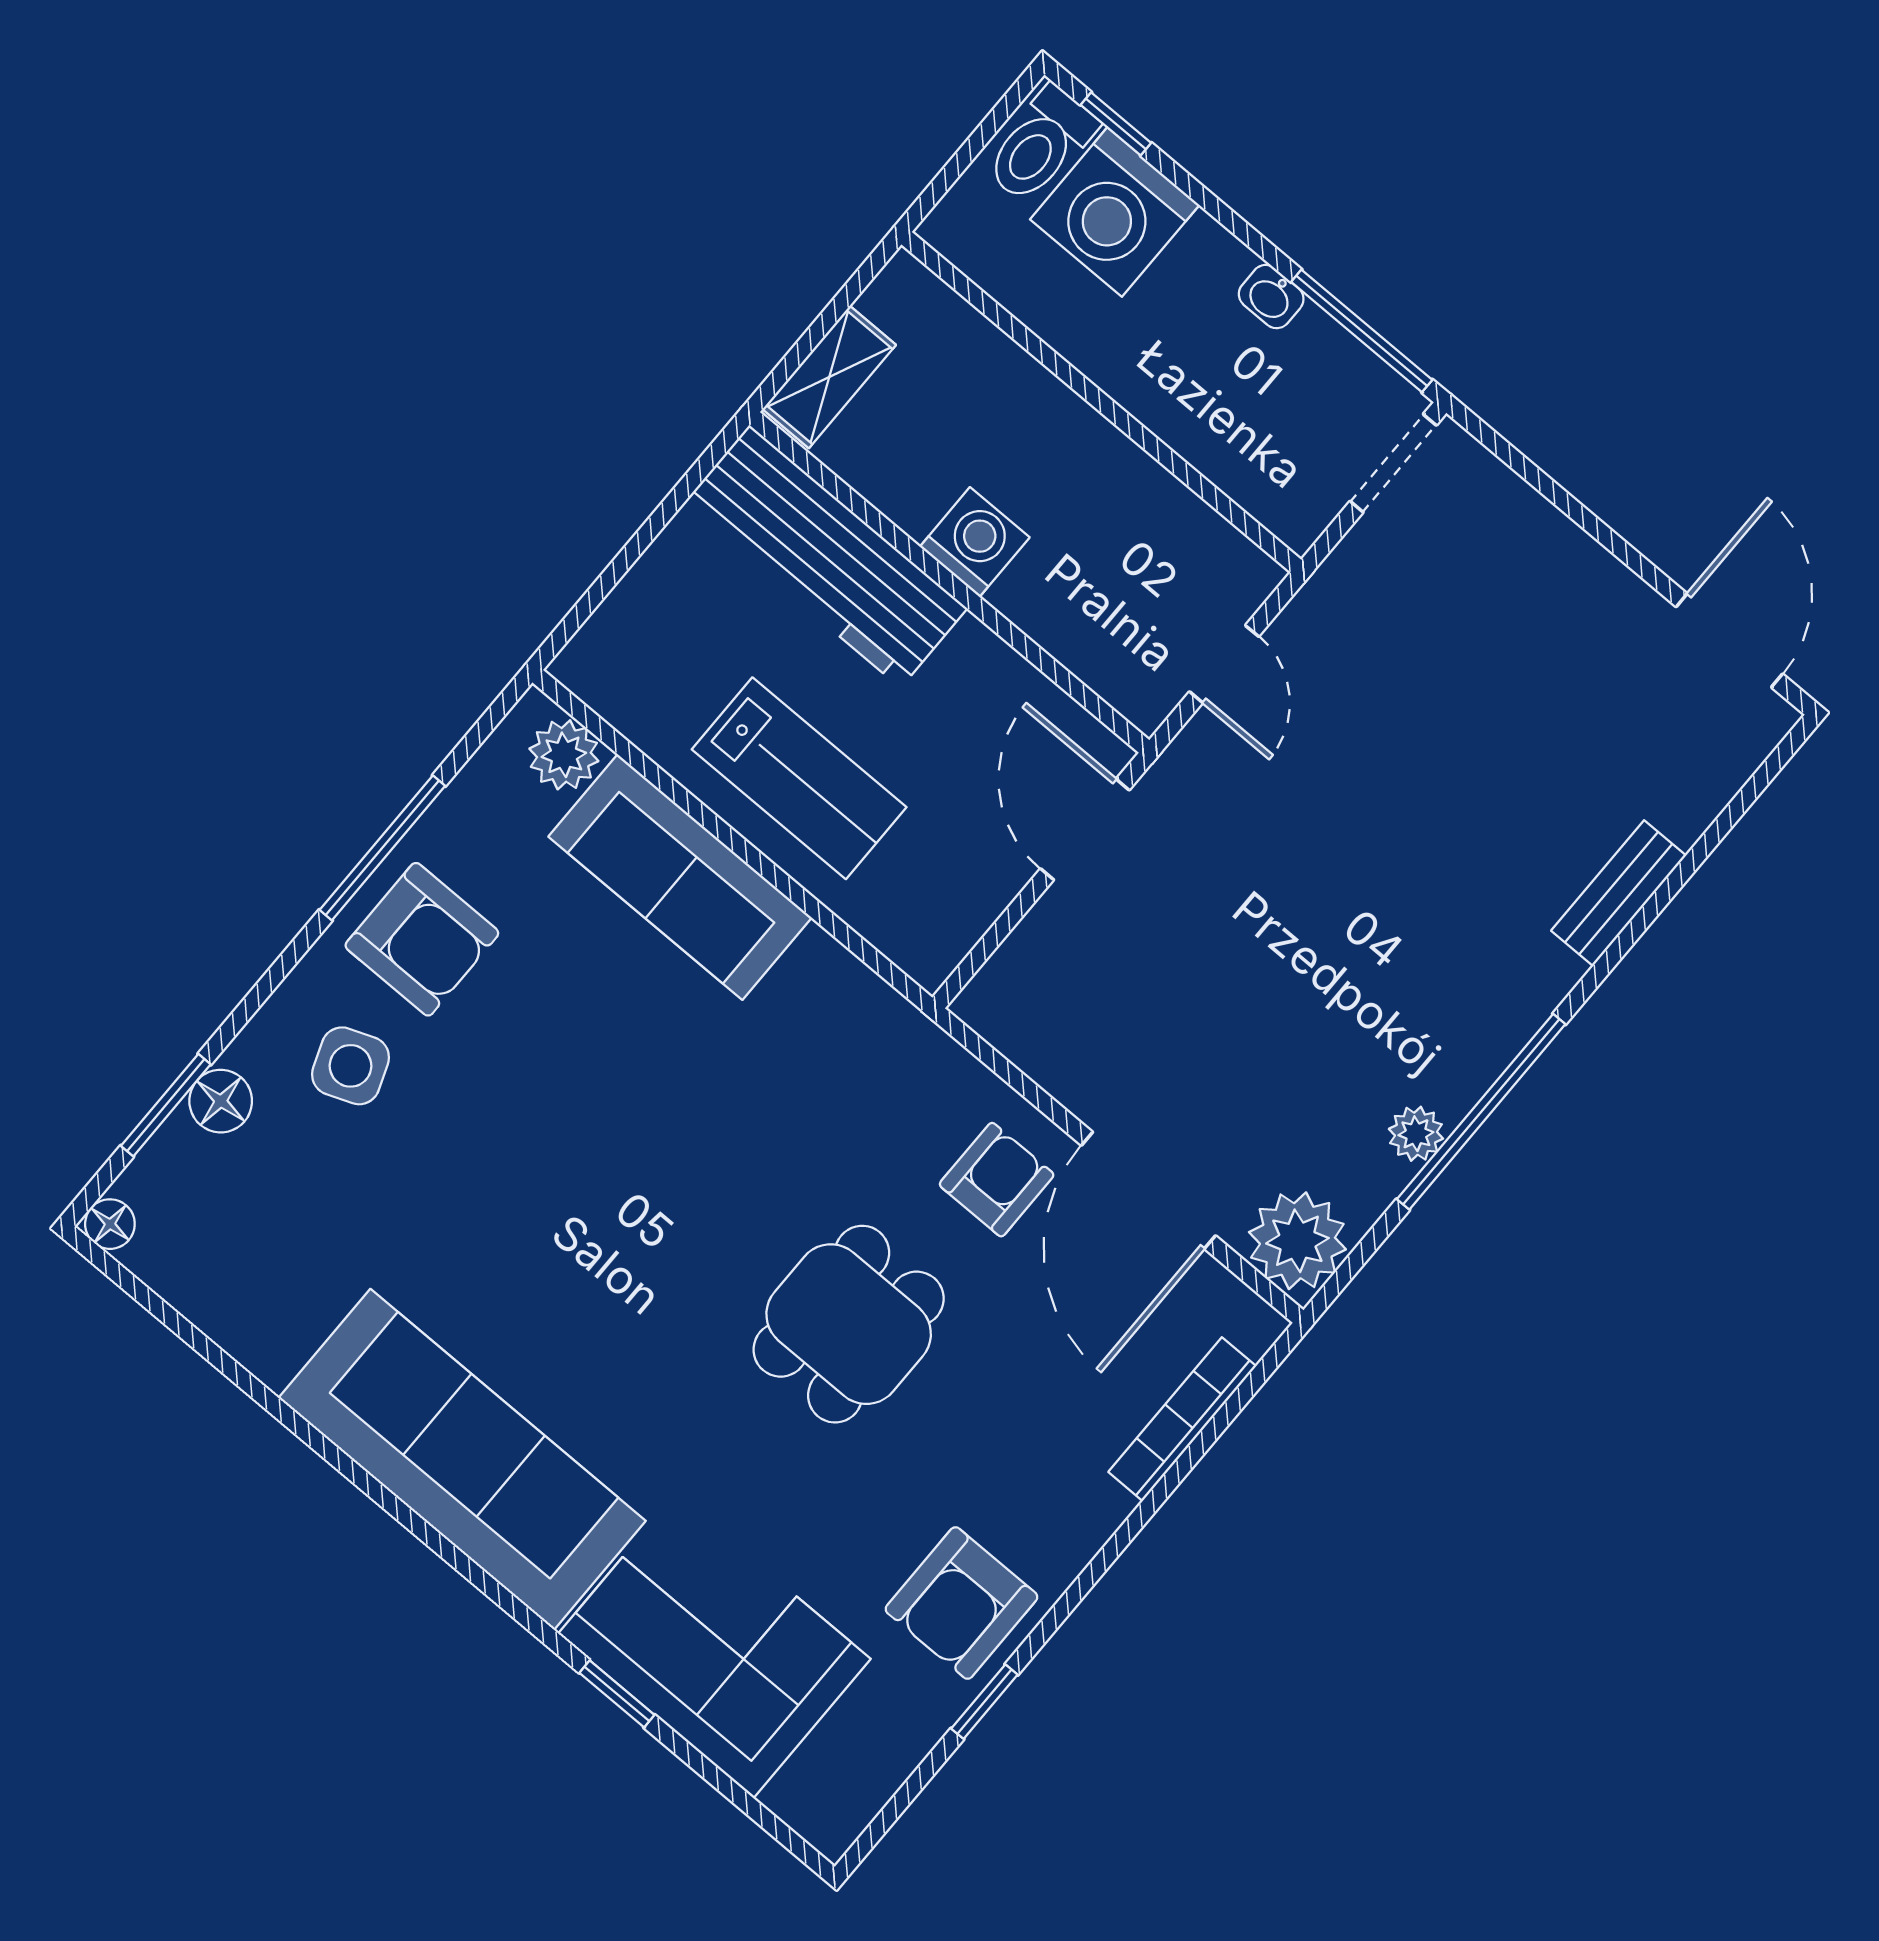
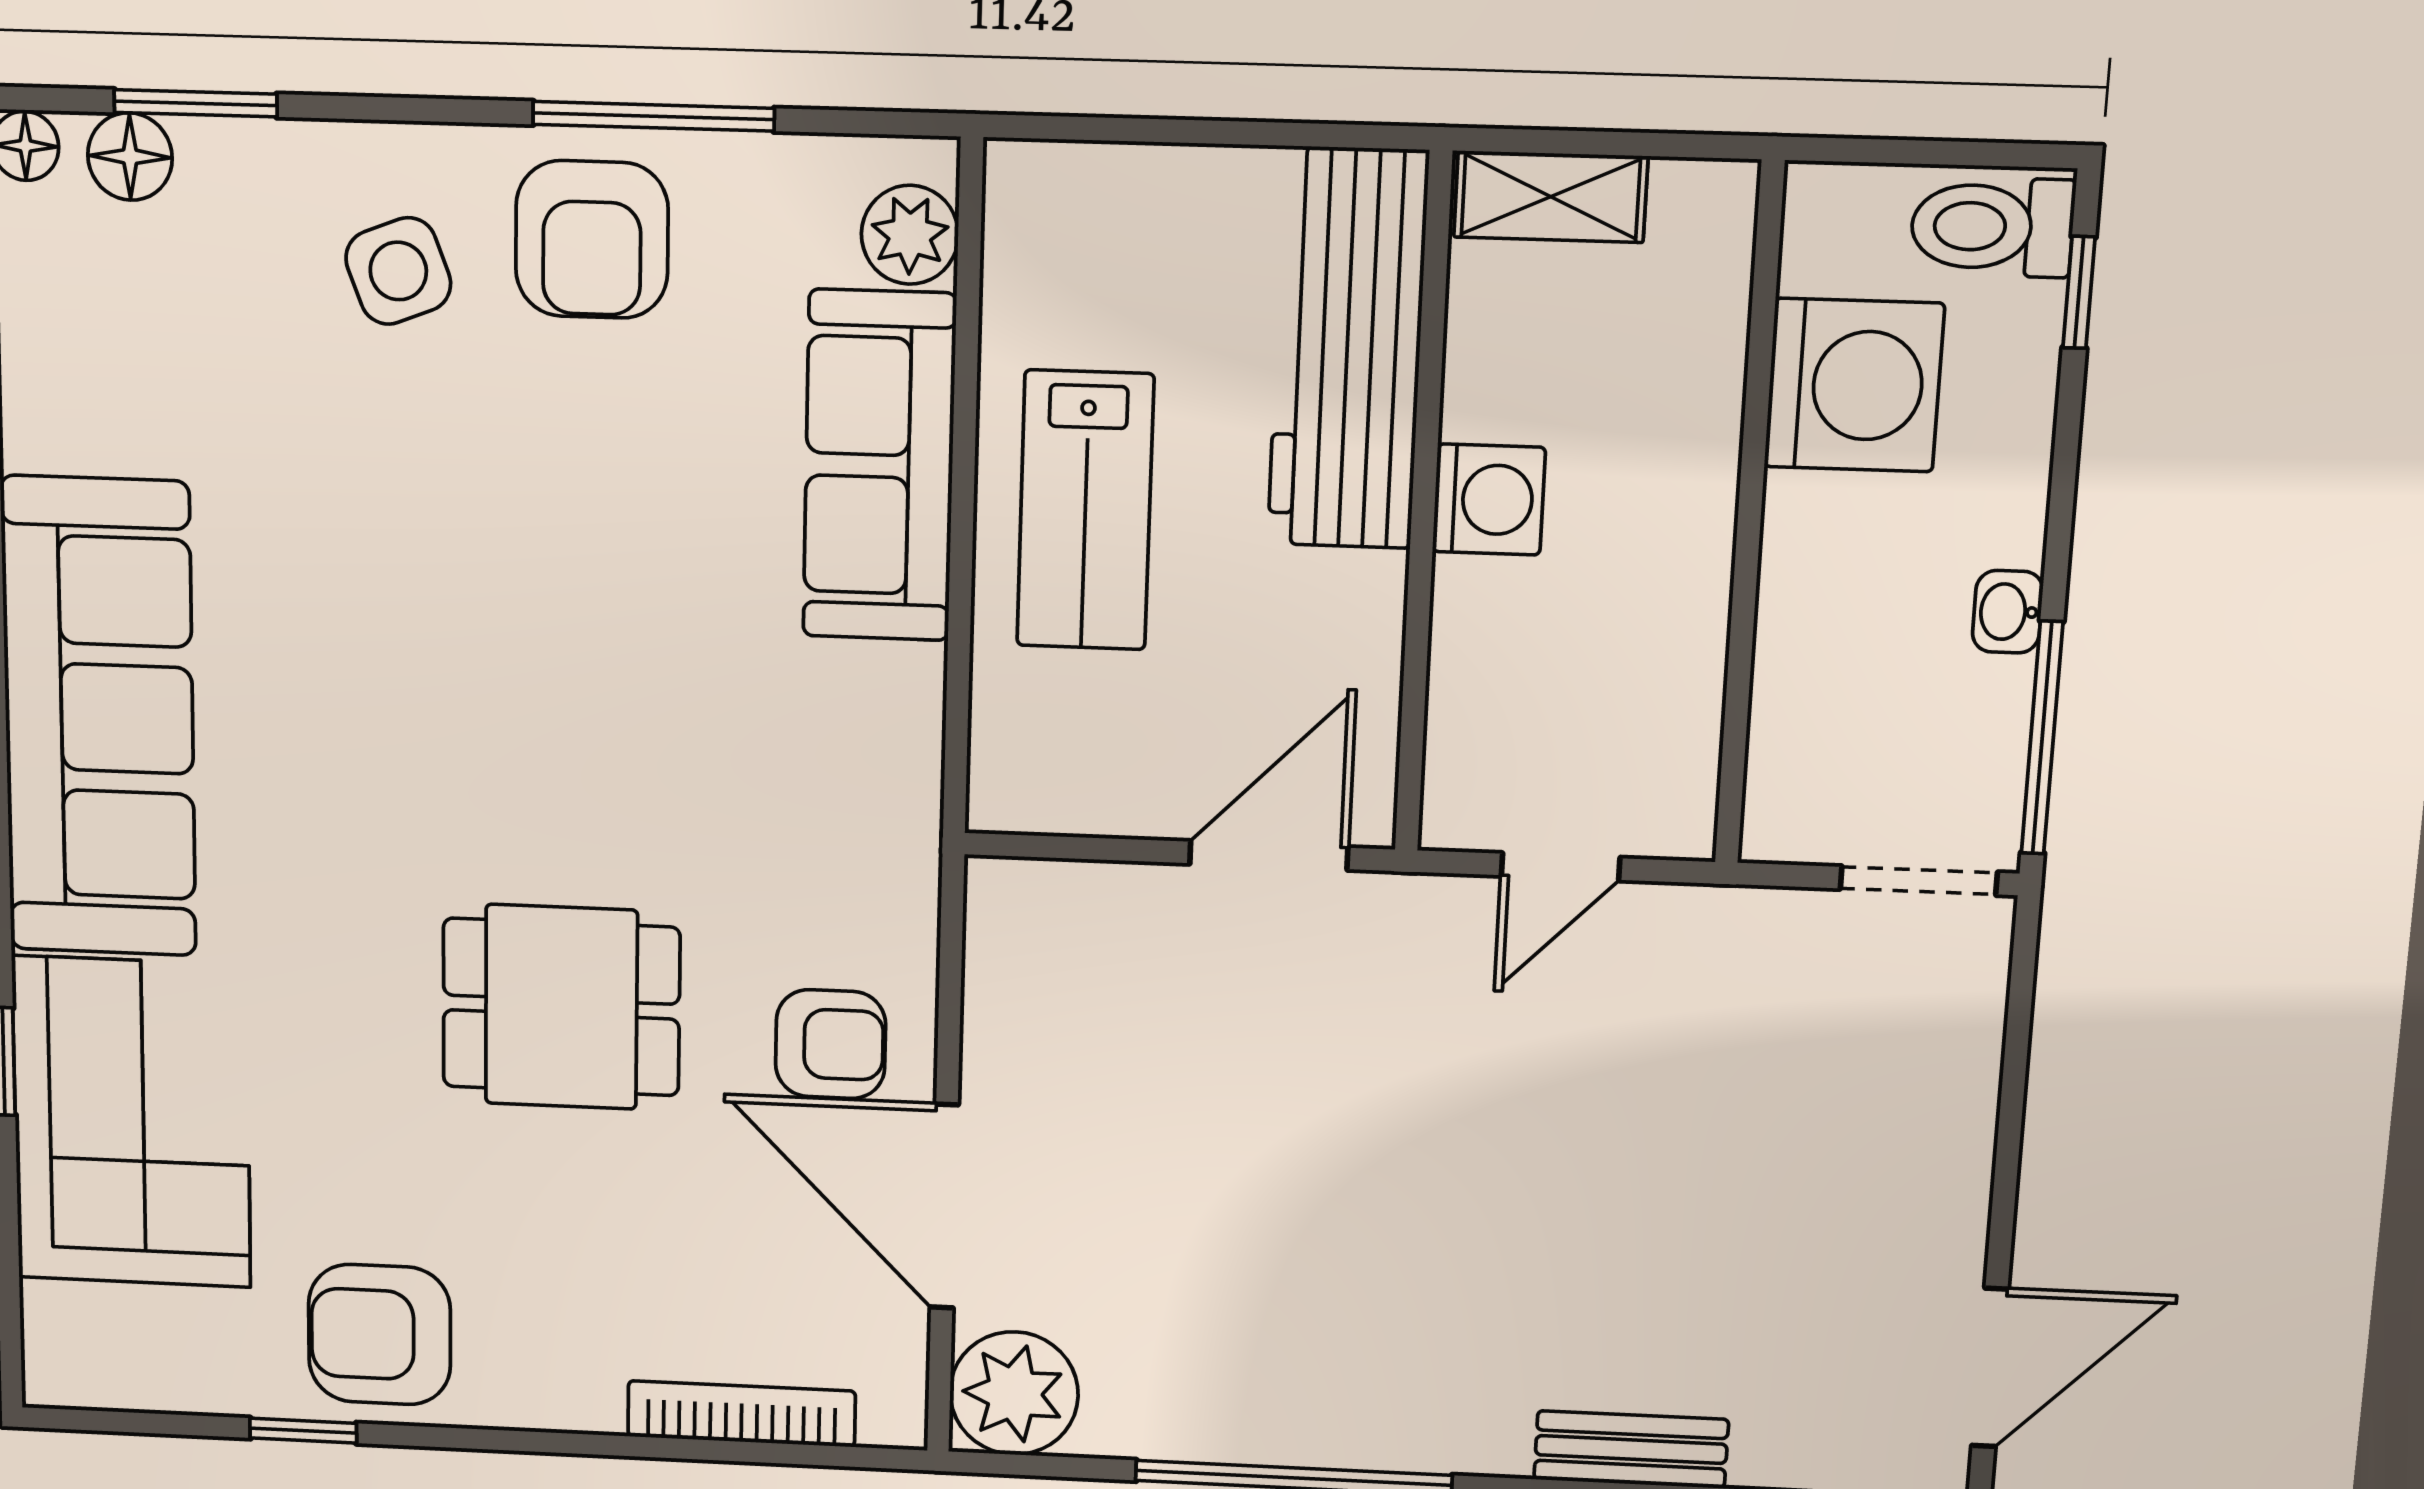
washing machine: (1115, 212) -> (1854, 385), moved, turned 180
floor lamp: (221, 1101) -> (130, 157), moved
plant: (1416, 1134) -> (1219, 1430), removed
door: (1149, 1190) -> (944, 1206), hinge flipped

